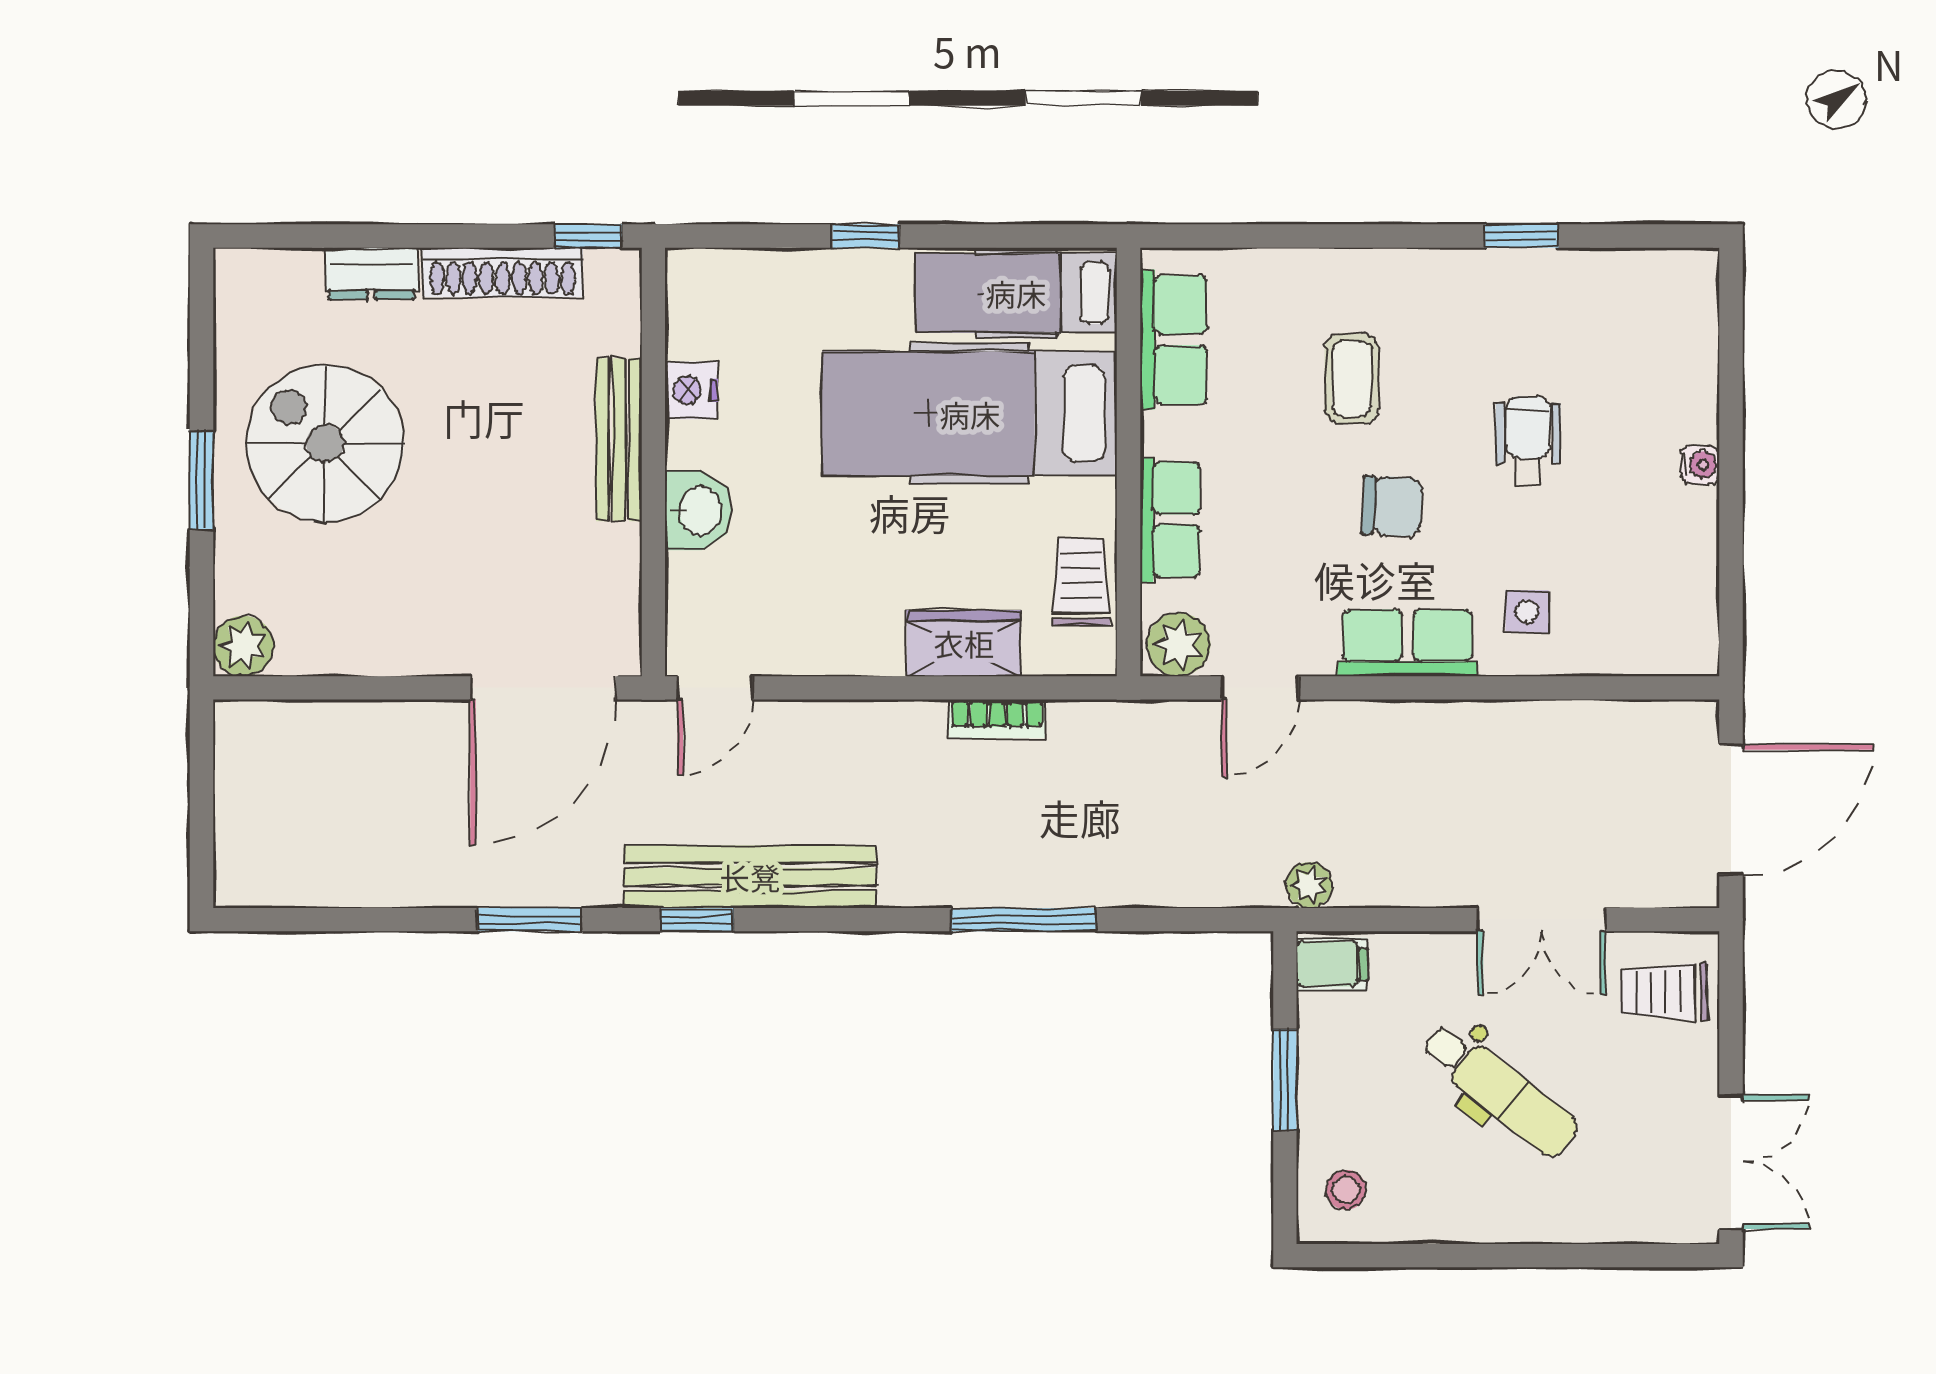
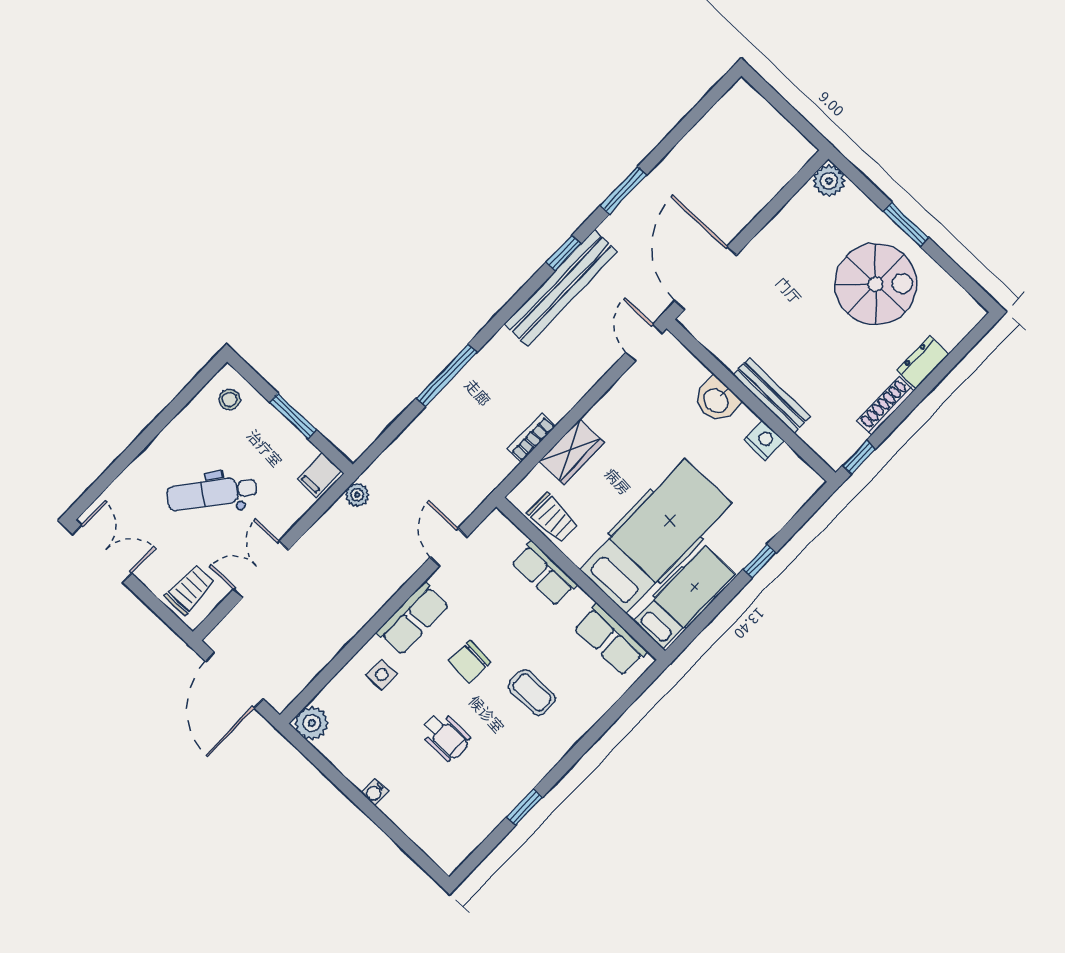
shoe rack: (503, 272) -> (885, 406), width x0.74, depth x0.81
plant: (1179, 645) -> (312, 723), moved
double door: (1731, 1162) -> (102, 554), swing flipped

